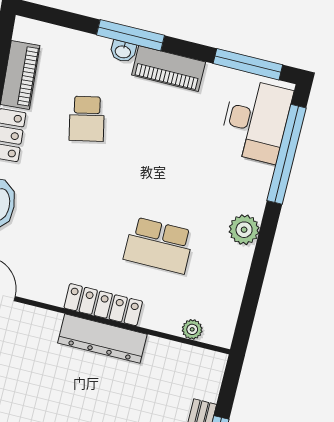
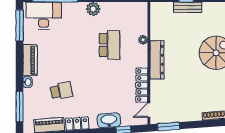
window: (131, 35) -> (20, 107), moved
locker: (103, 305) -> (142, 85), moved
plant: (192, 329) -> (143, 40), moved

